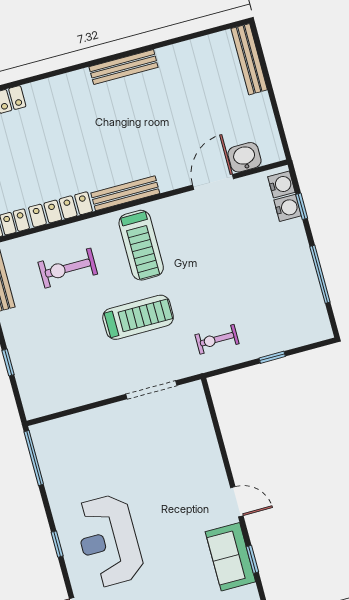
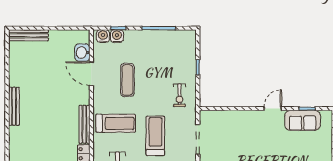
exercise mat: (219, 245) -> (127, 80), added

